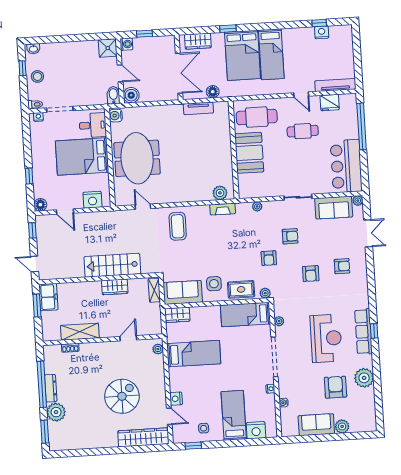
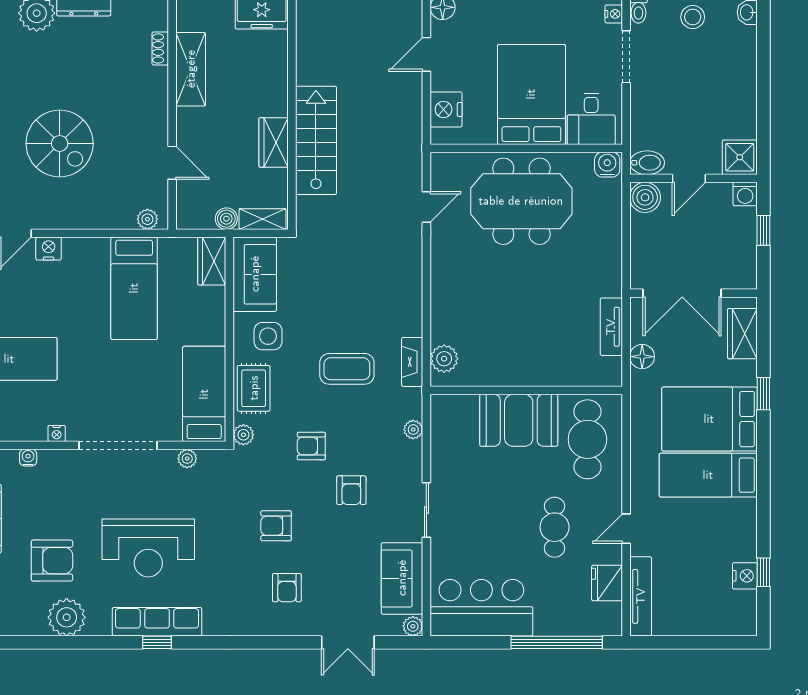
coffee table: (178, 226) -> (347, 369), moved
boiler: (155, 309) -> (226, 219), added

